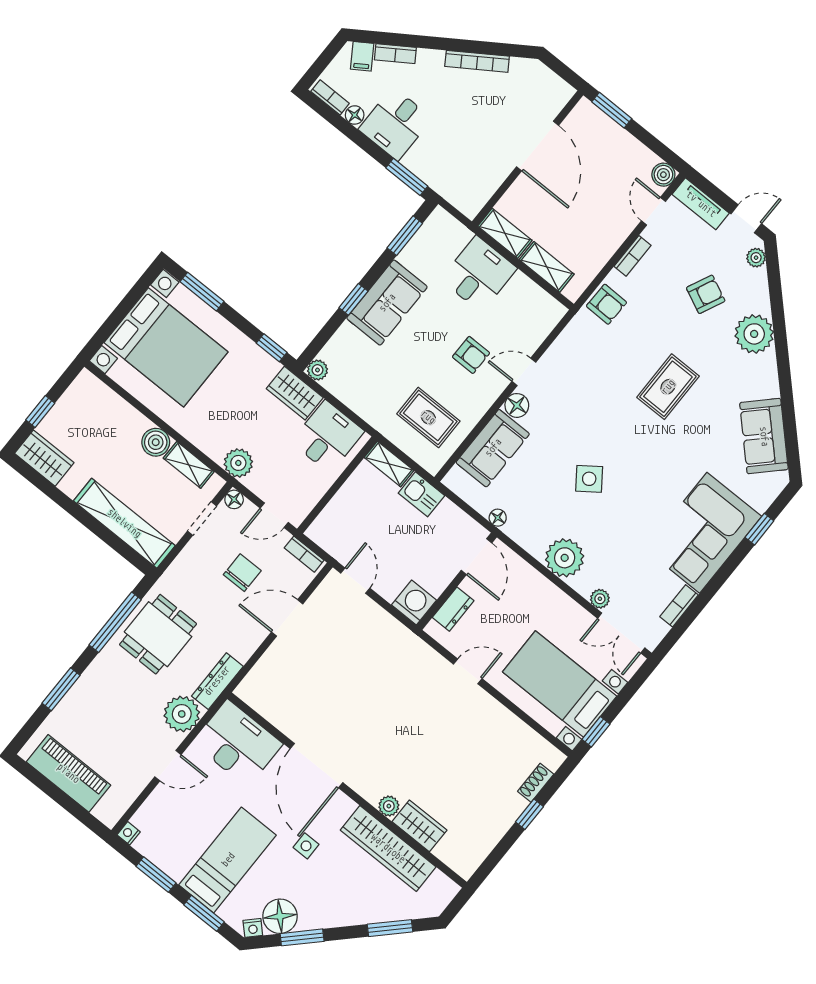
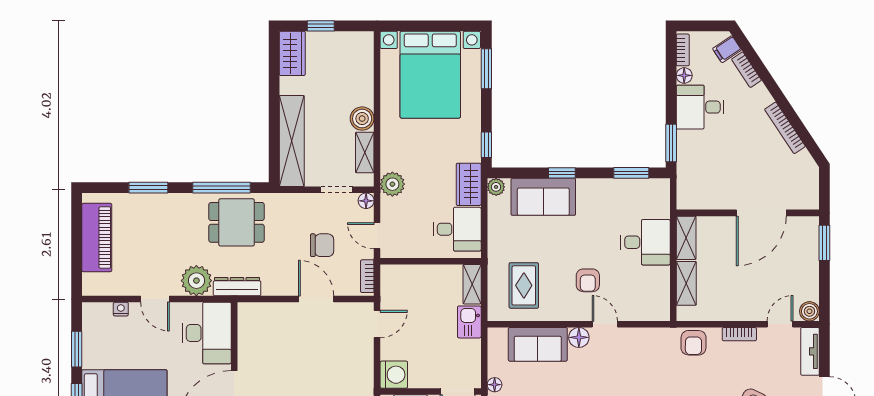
sofa: (387, 303) -> (543, 197), moved
nightstand: (129, 833) -> (121, 309), moved

